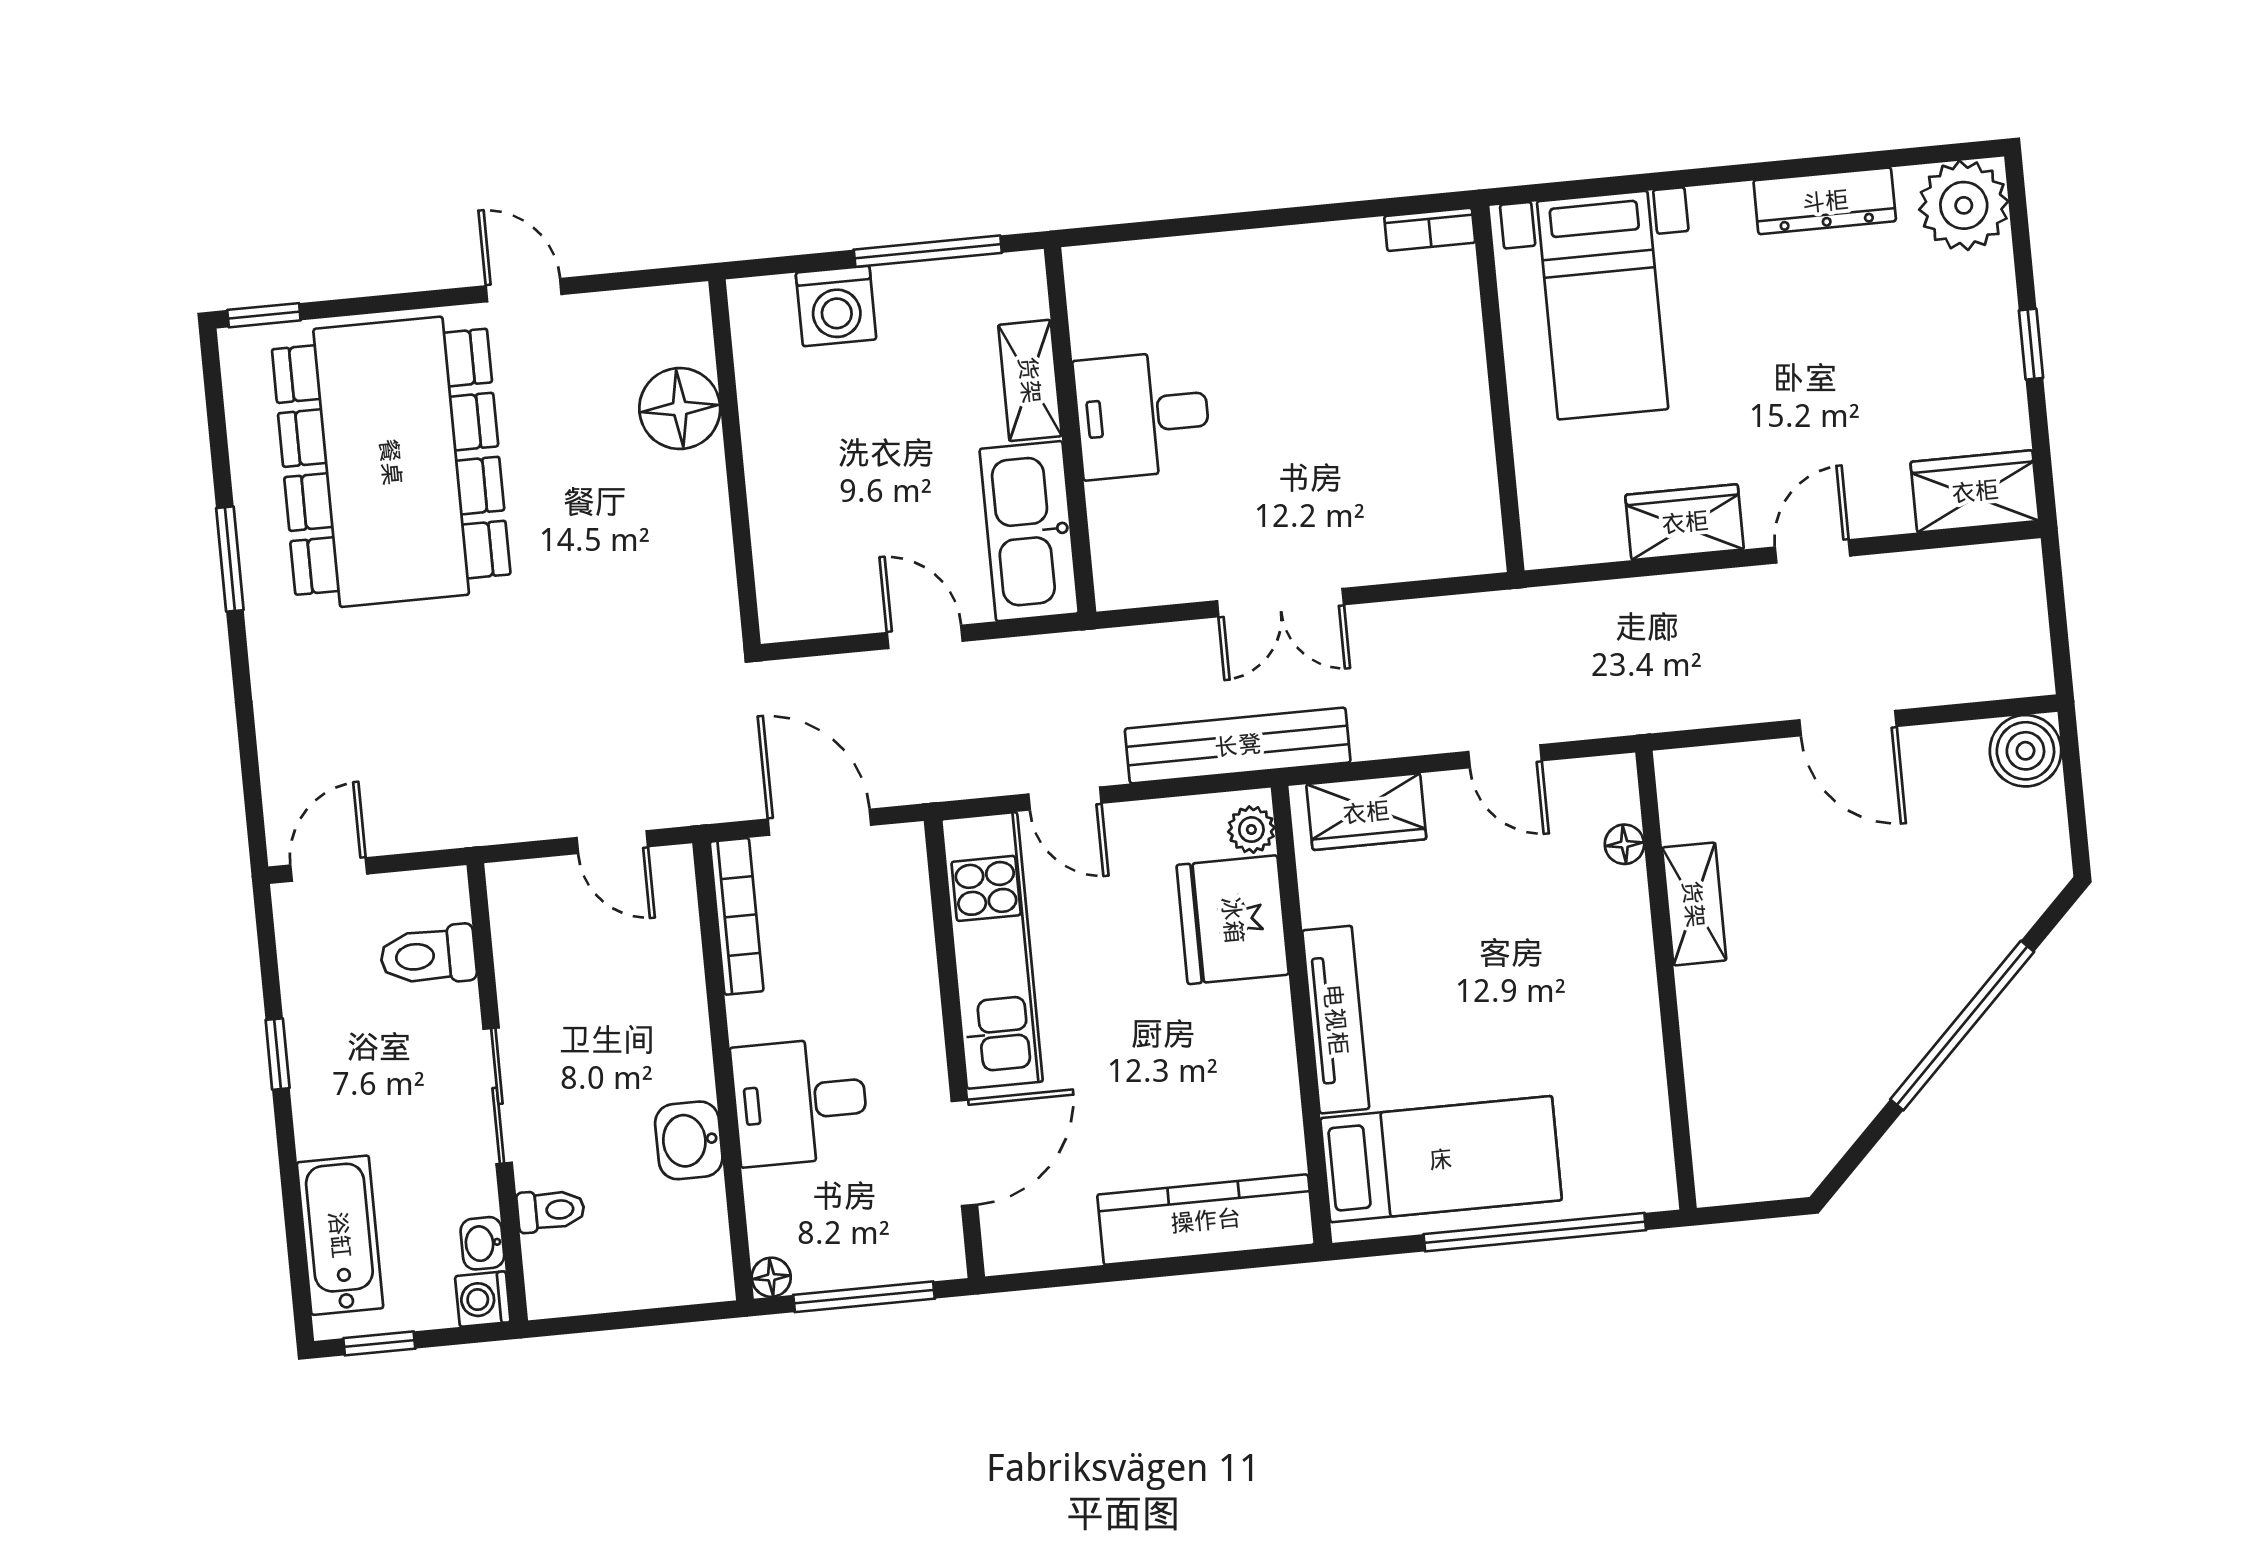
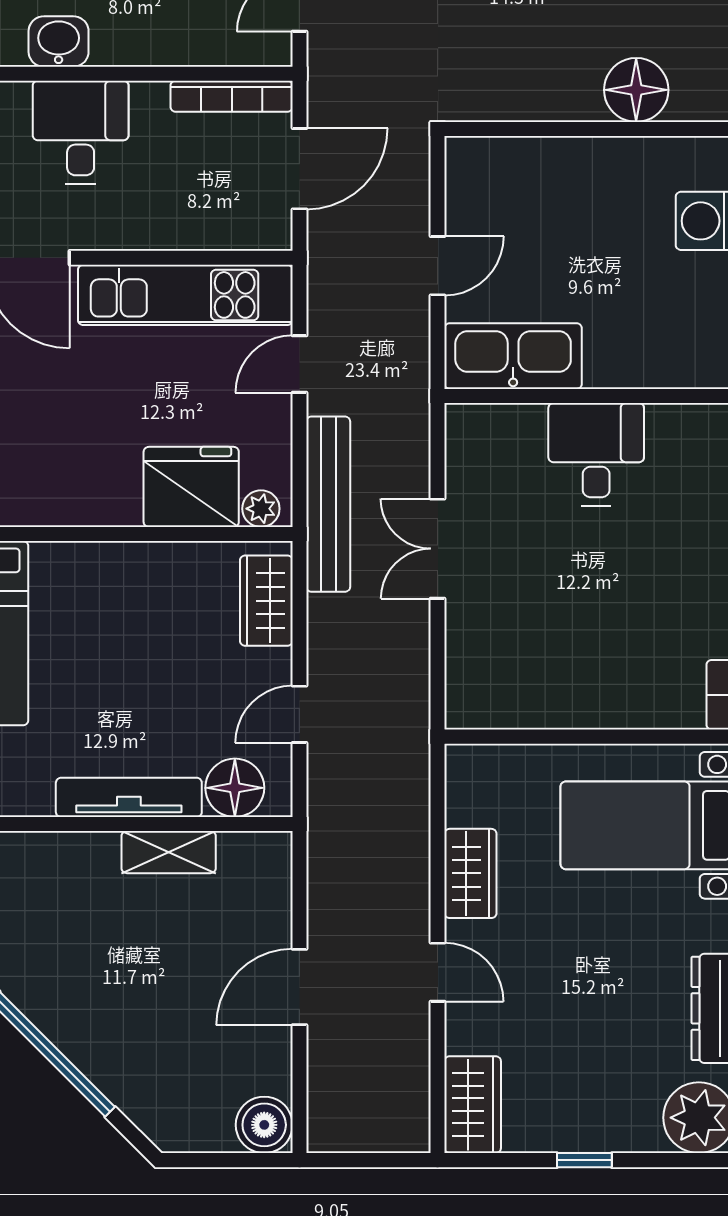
shelving: (1030, 380) -> (632, 368), removed
floor lamp: (1624, 844) -> (235, 788), width x1.89, depth x1.89
tv unit: (1336, 1020) -> (129, 797), moved, turned 180

